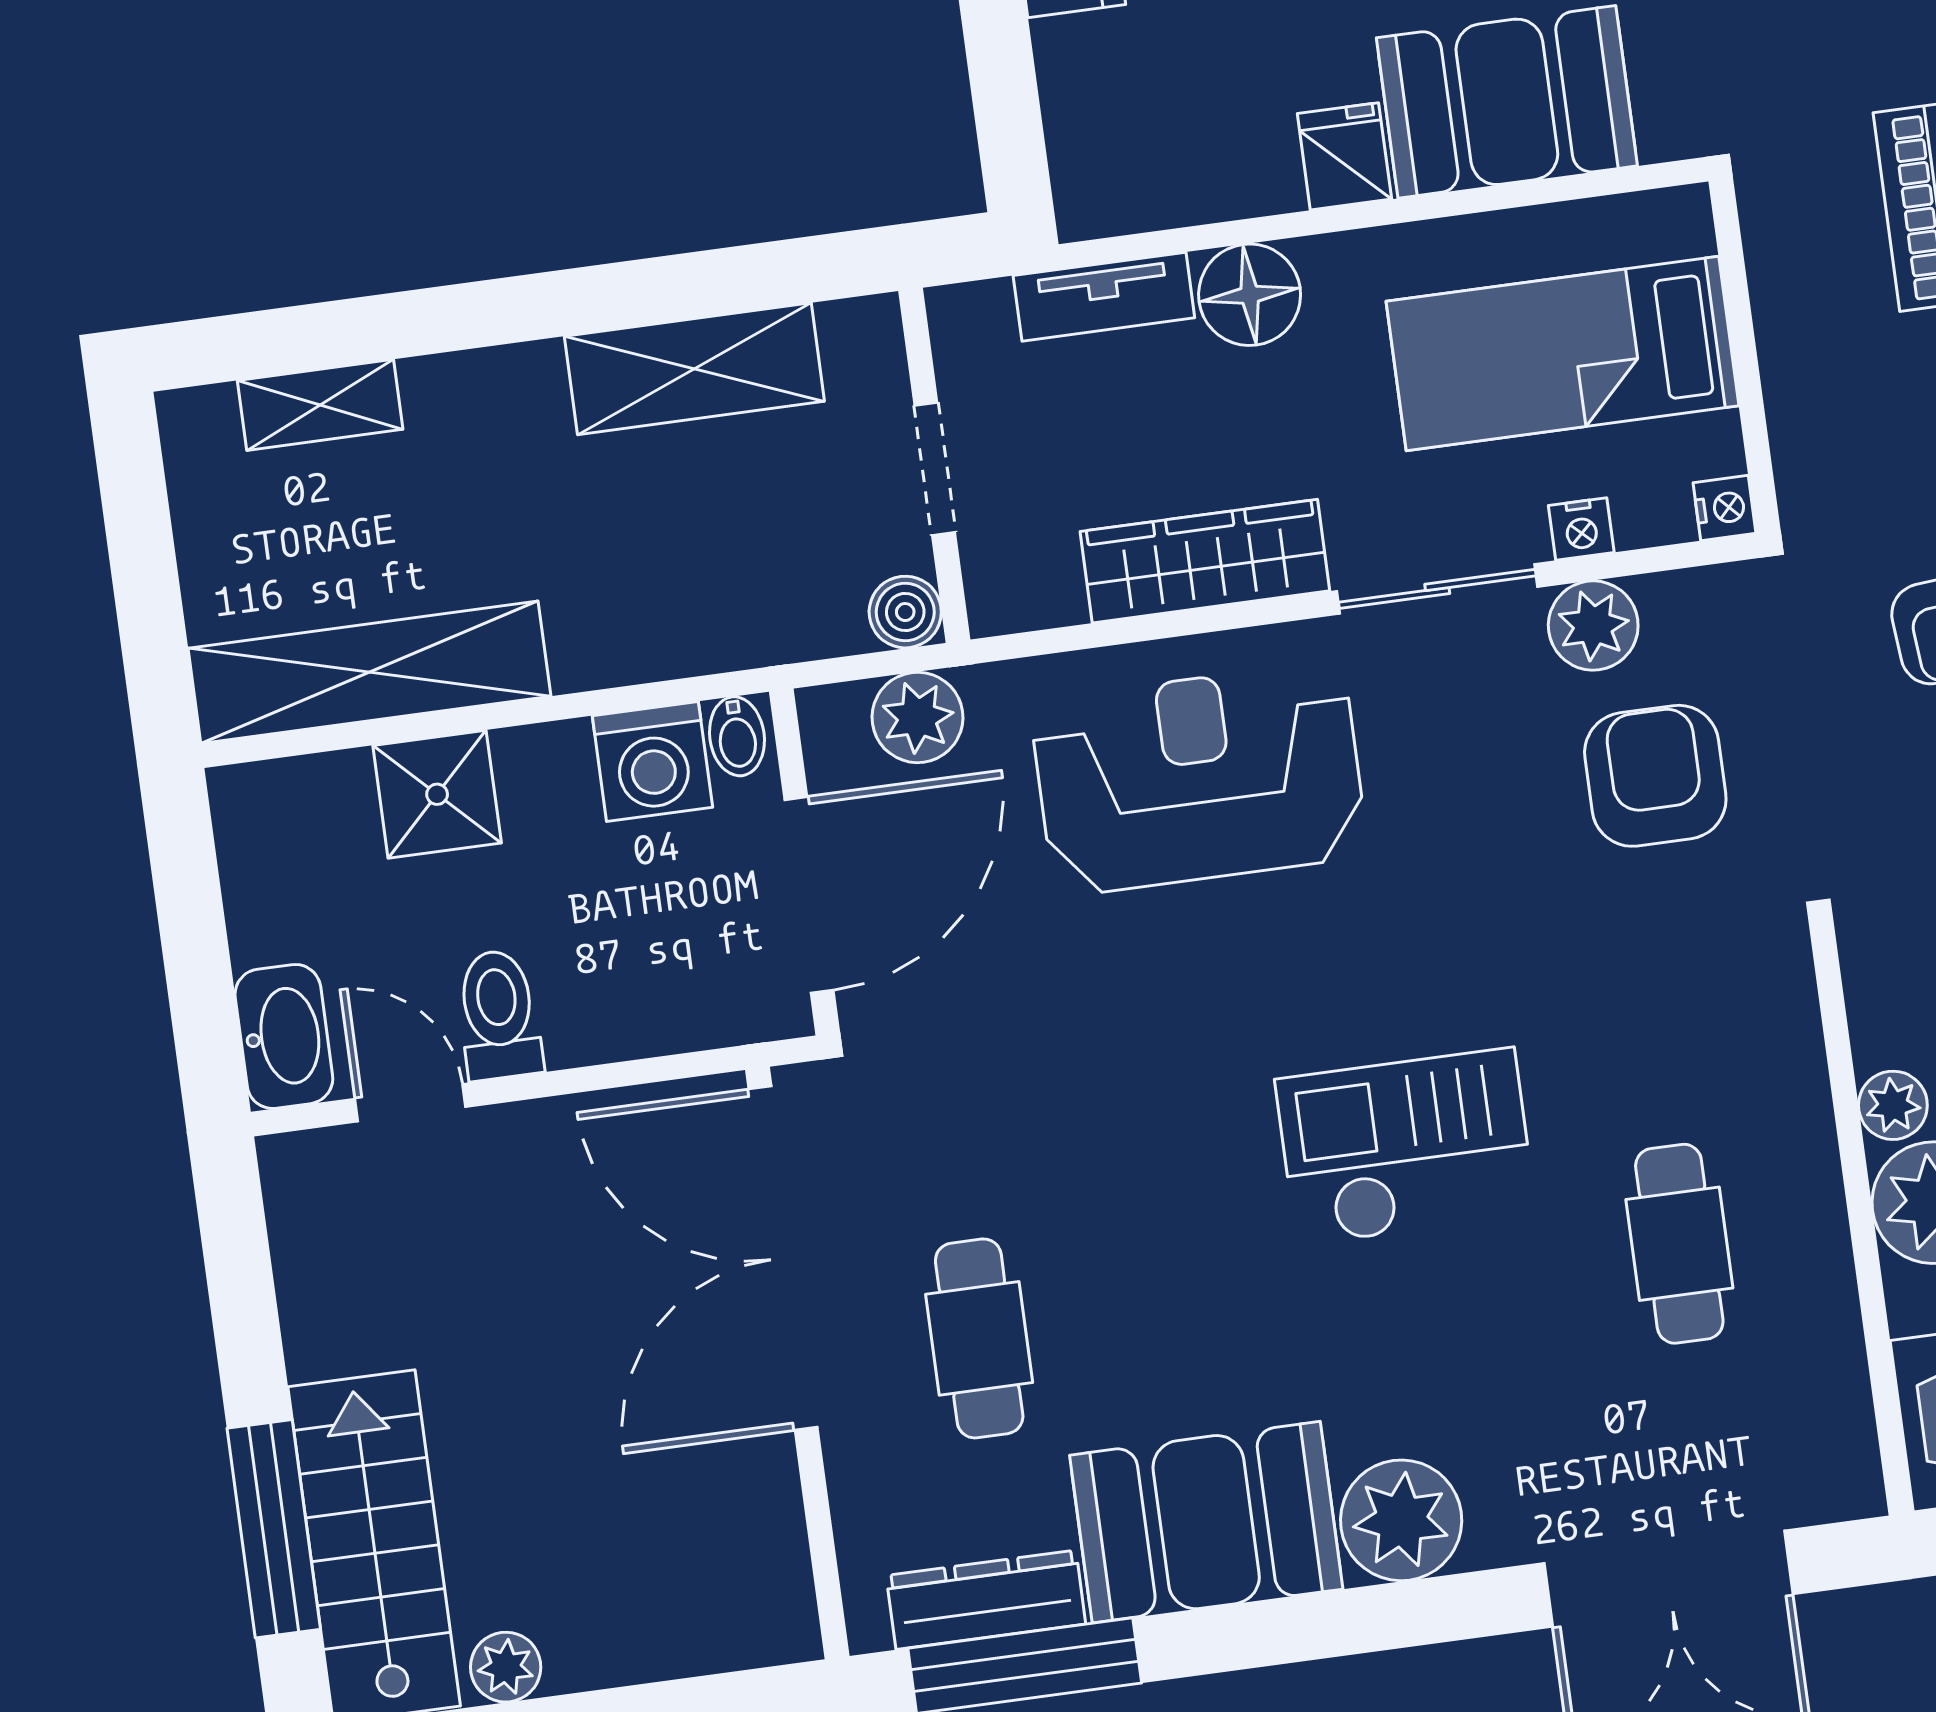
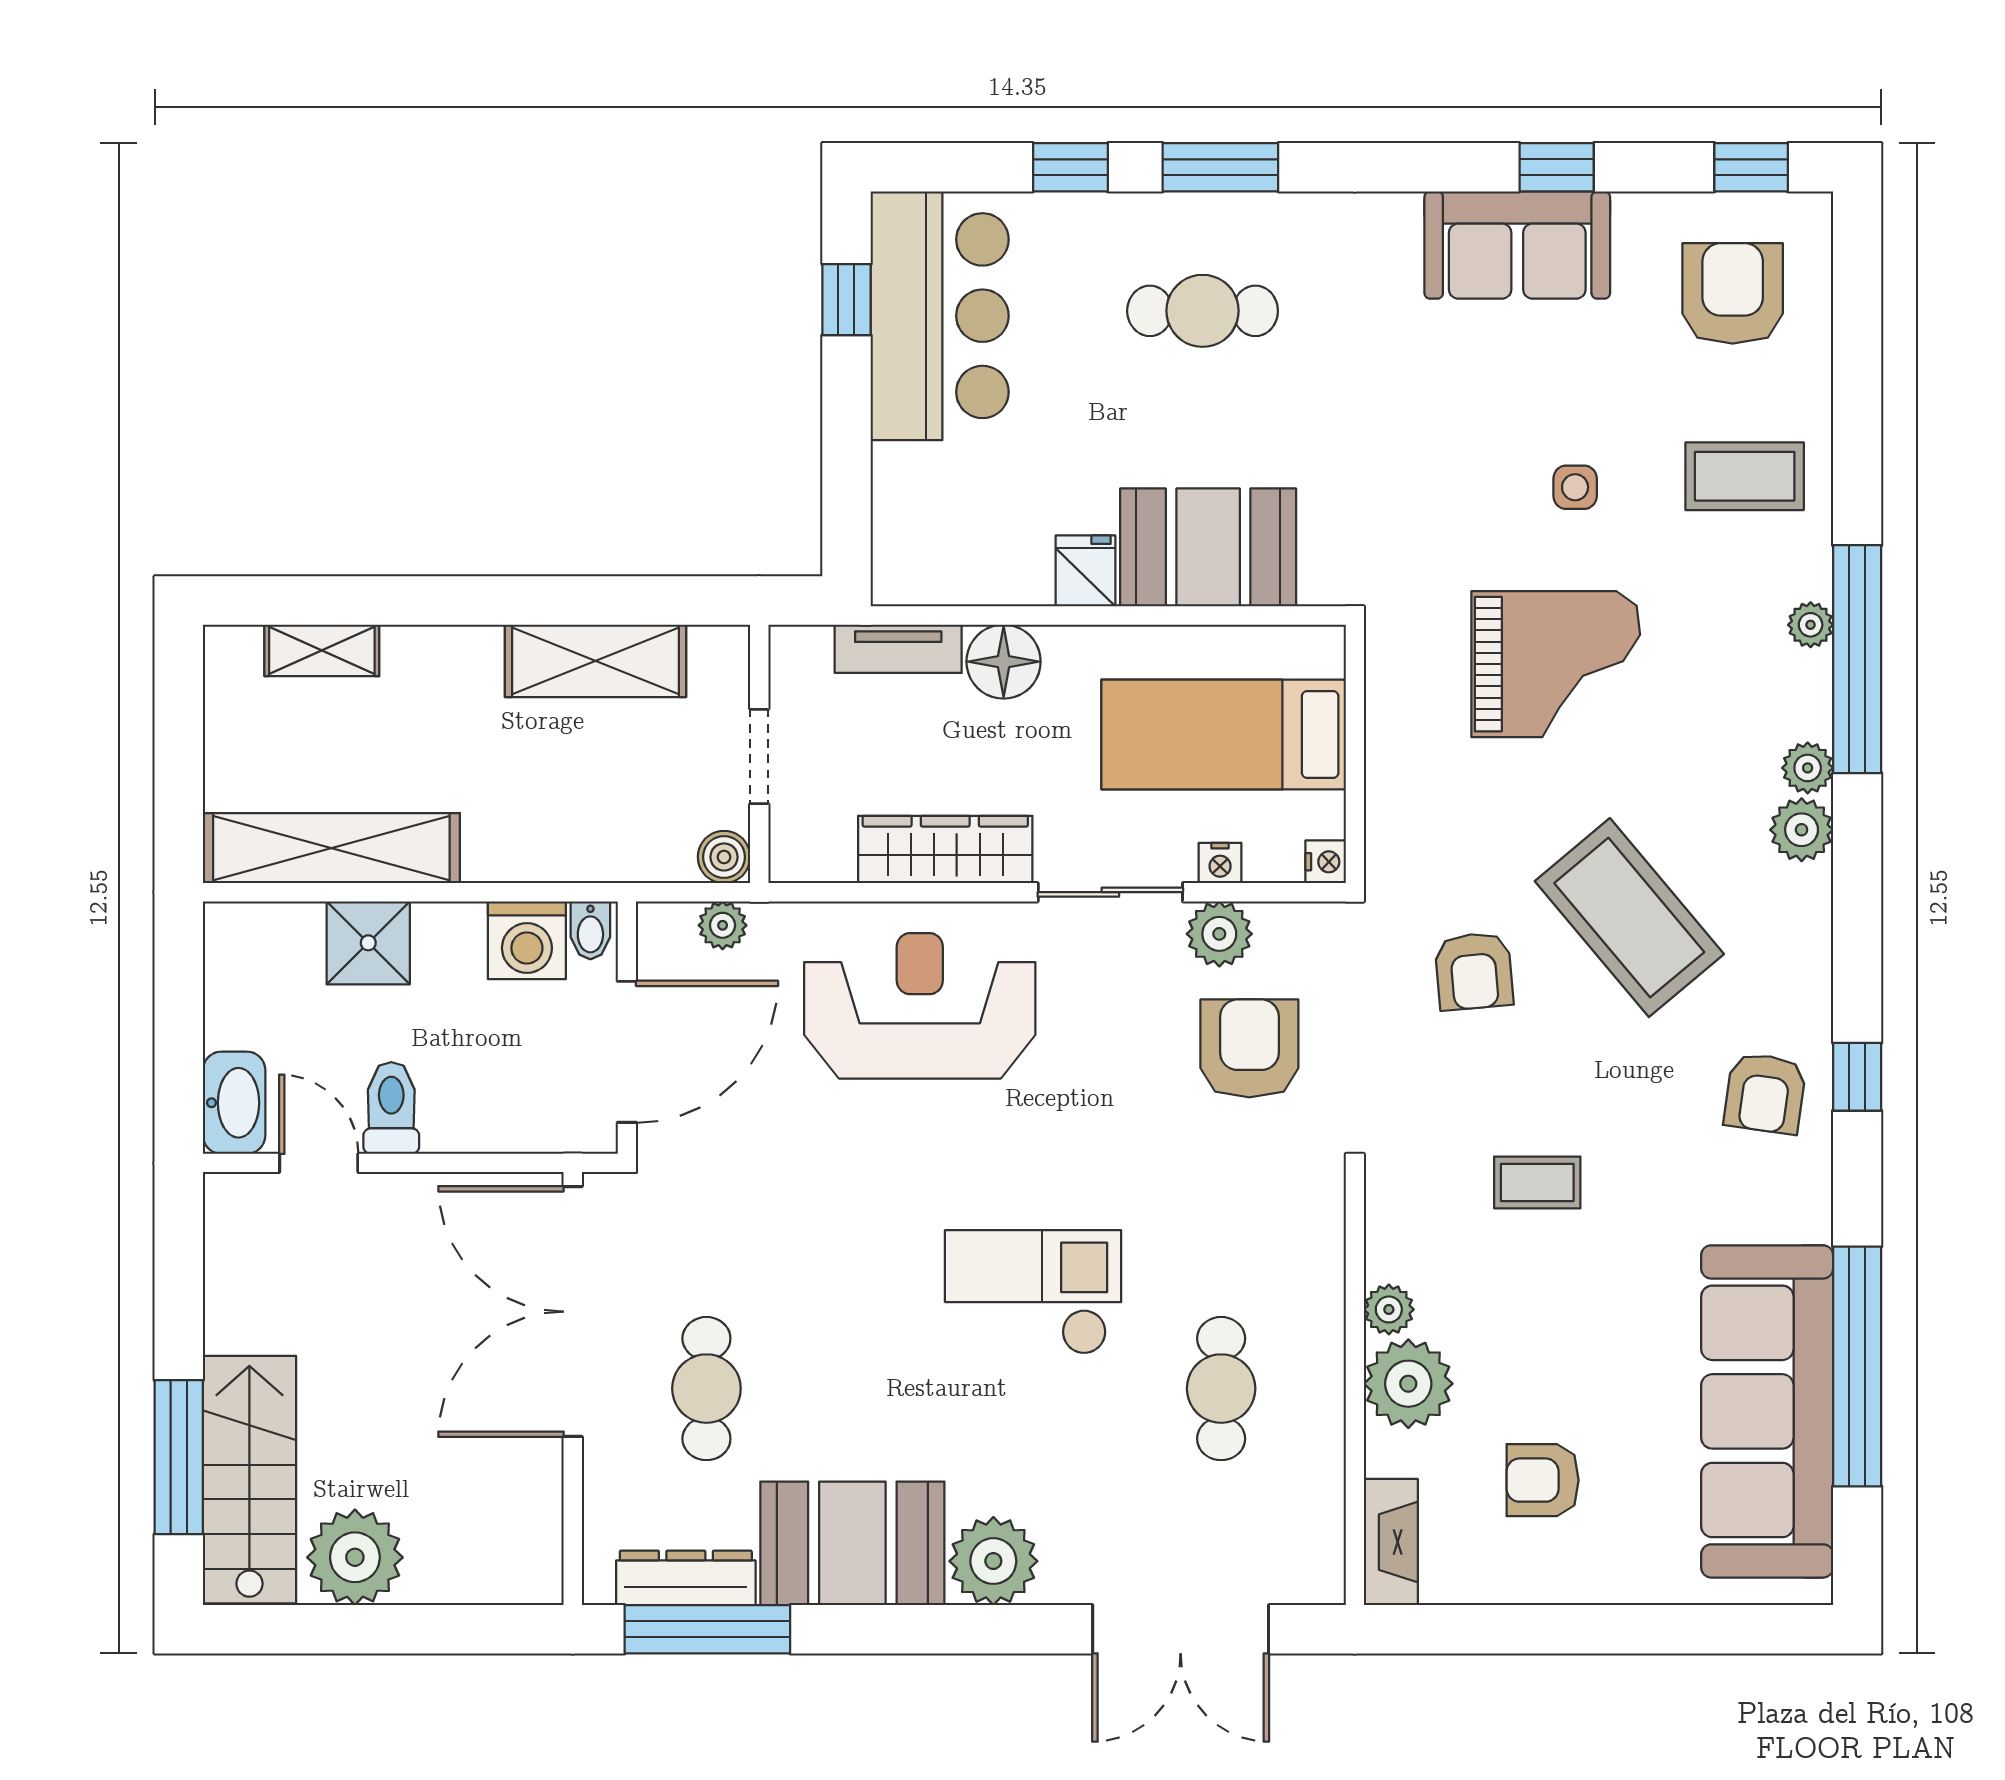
plant: (918, 717) -> (723, 925), width x0.73, depth x0.73
plant: (506, 1667) -> (355, 1557), width x1.88, depth x1.88

